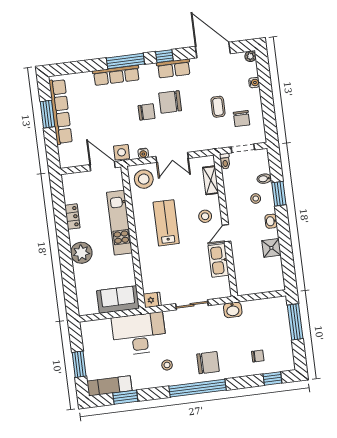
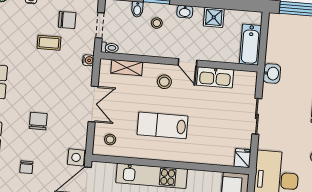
chair: (170, 102) -> (26, 167), moved, width x0.54, depth x0.54
water cooler: (143, 153) -> (88, 60), moved
stool: (144, 179) -> (110, 140), width x0.53, depth x0.53
bathtub: (254, 285) -> (250, 45), added

